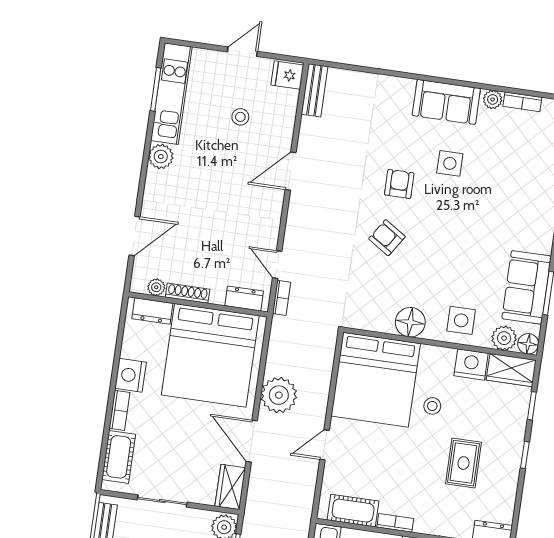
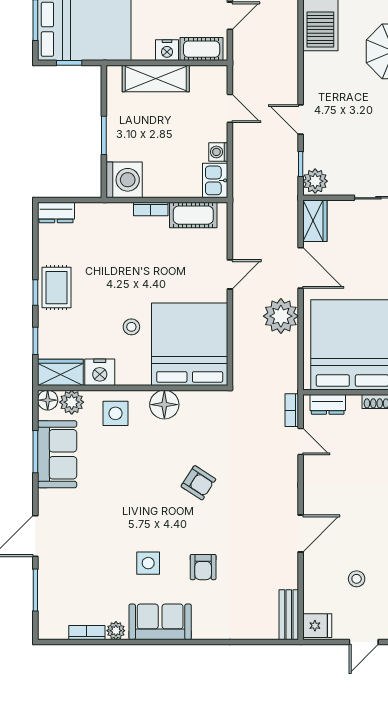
armchair: (399, 184) -> (203, 567), moved
rug: (463, 463) -> (56, 288), moved

